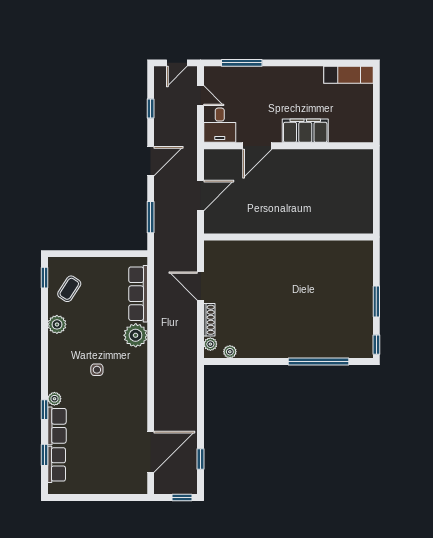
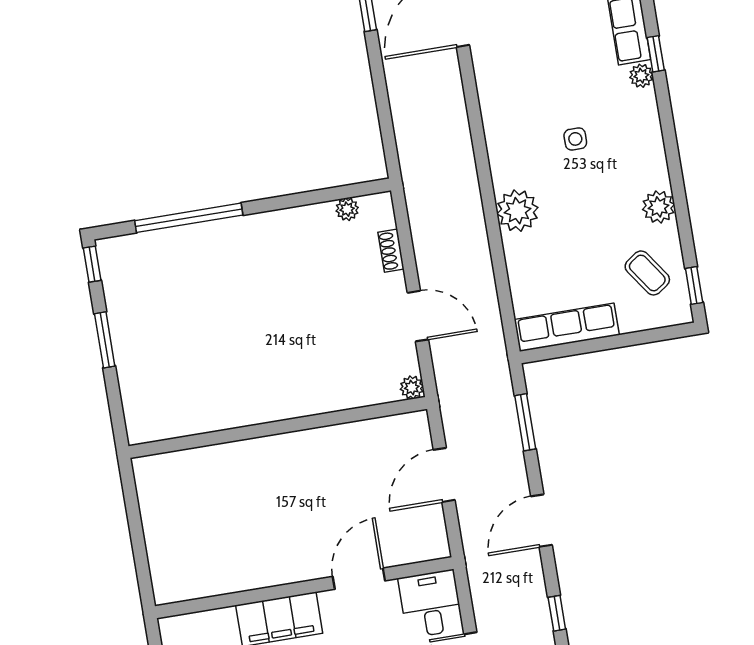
coffee table: (69, 289) -> (647, 273), turned -68
row of seats: (138, 294) -> (567, 327), moved, turned -90
shoe rack: (209, 320) -> (391, 251), width x0.70
plant: (210, 344) -> (412, 387), moved

